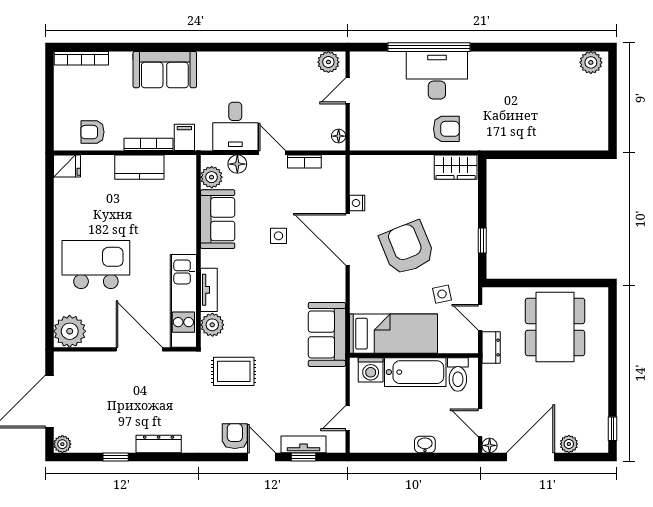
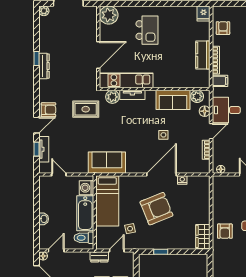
kitchen island: (96, 265) -> (147, 30), width x0.73, depth x0.78
rug: (234, 371) -> (86, 109), turned 90
window: (116, 457) -> (37, 59), moved

